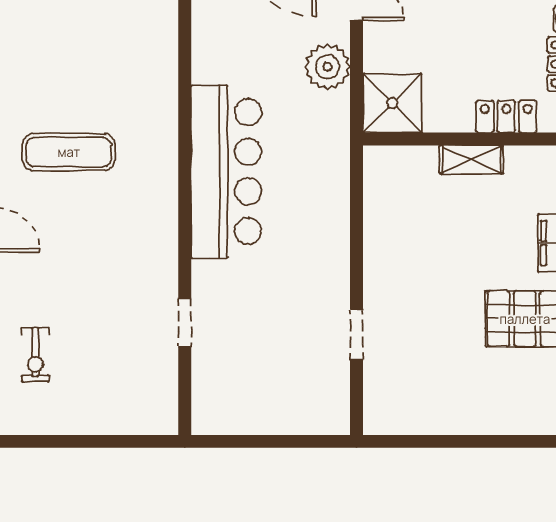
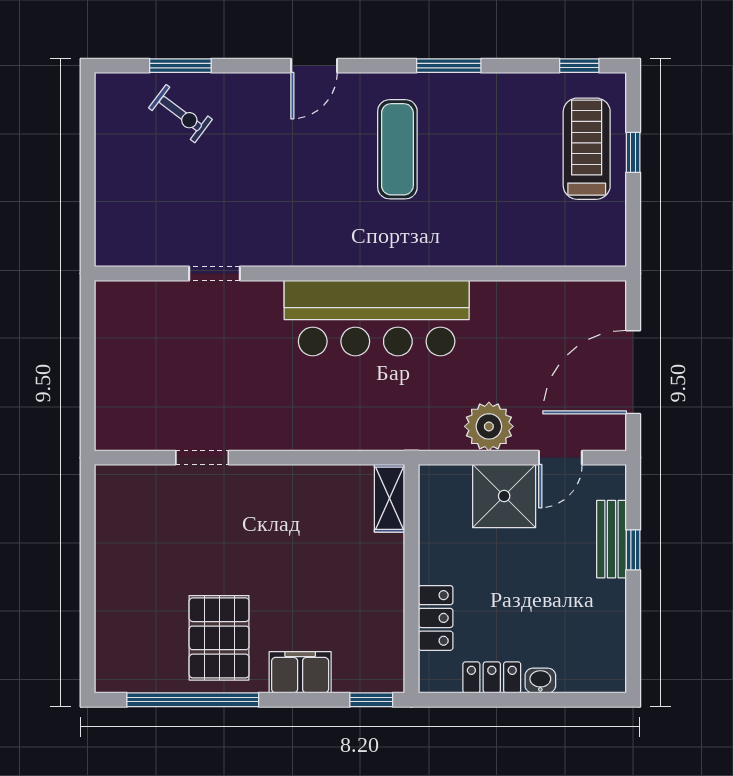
shower: (392, 103) -> (504, 496), moved
shelving: (471, 160) -> (389, 498), moved
exercise bike: (35, 355) -> (180, 114), turned -143

